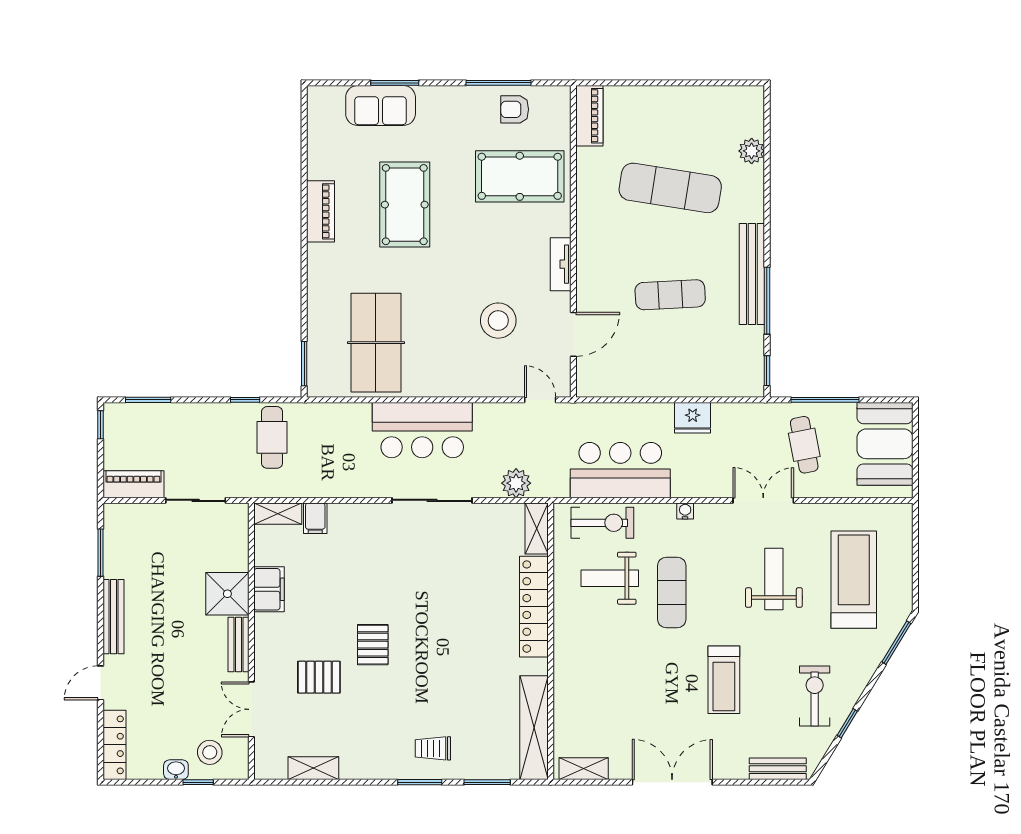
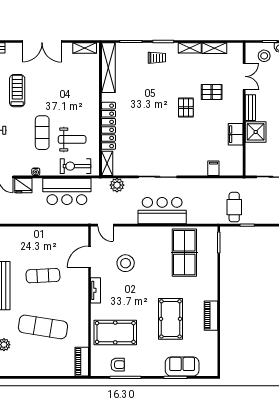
fridge: (693, 418) -> (23, 185), moved, turned 180
shelving: (278, 514) -> (190, 48), moved

